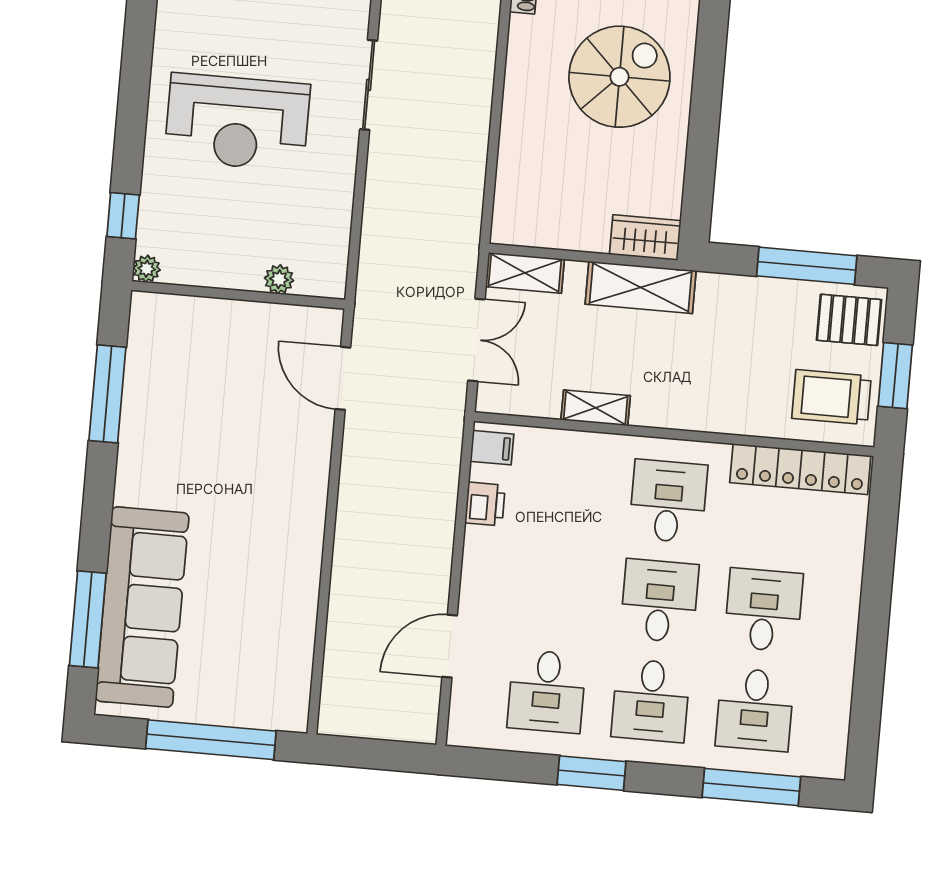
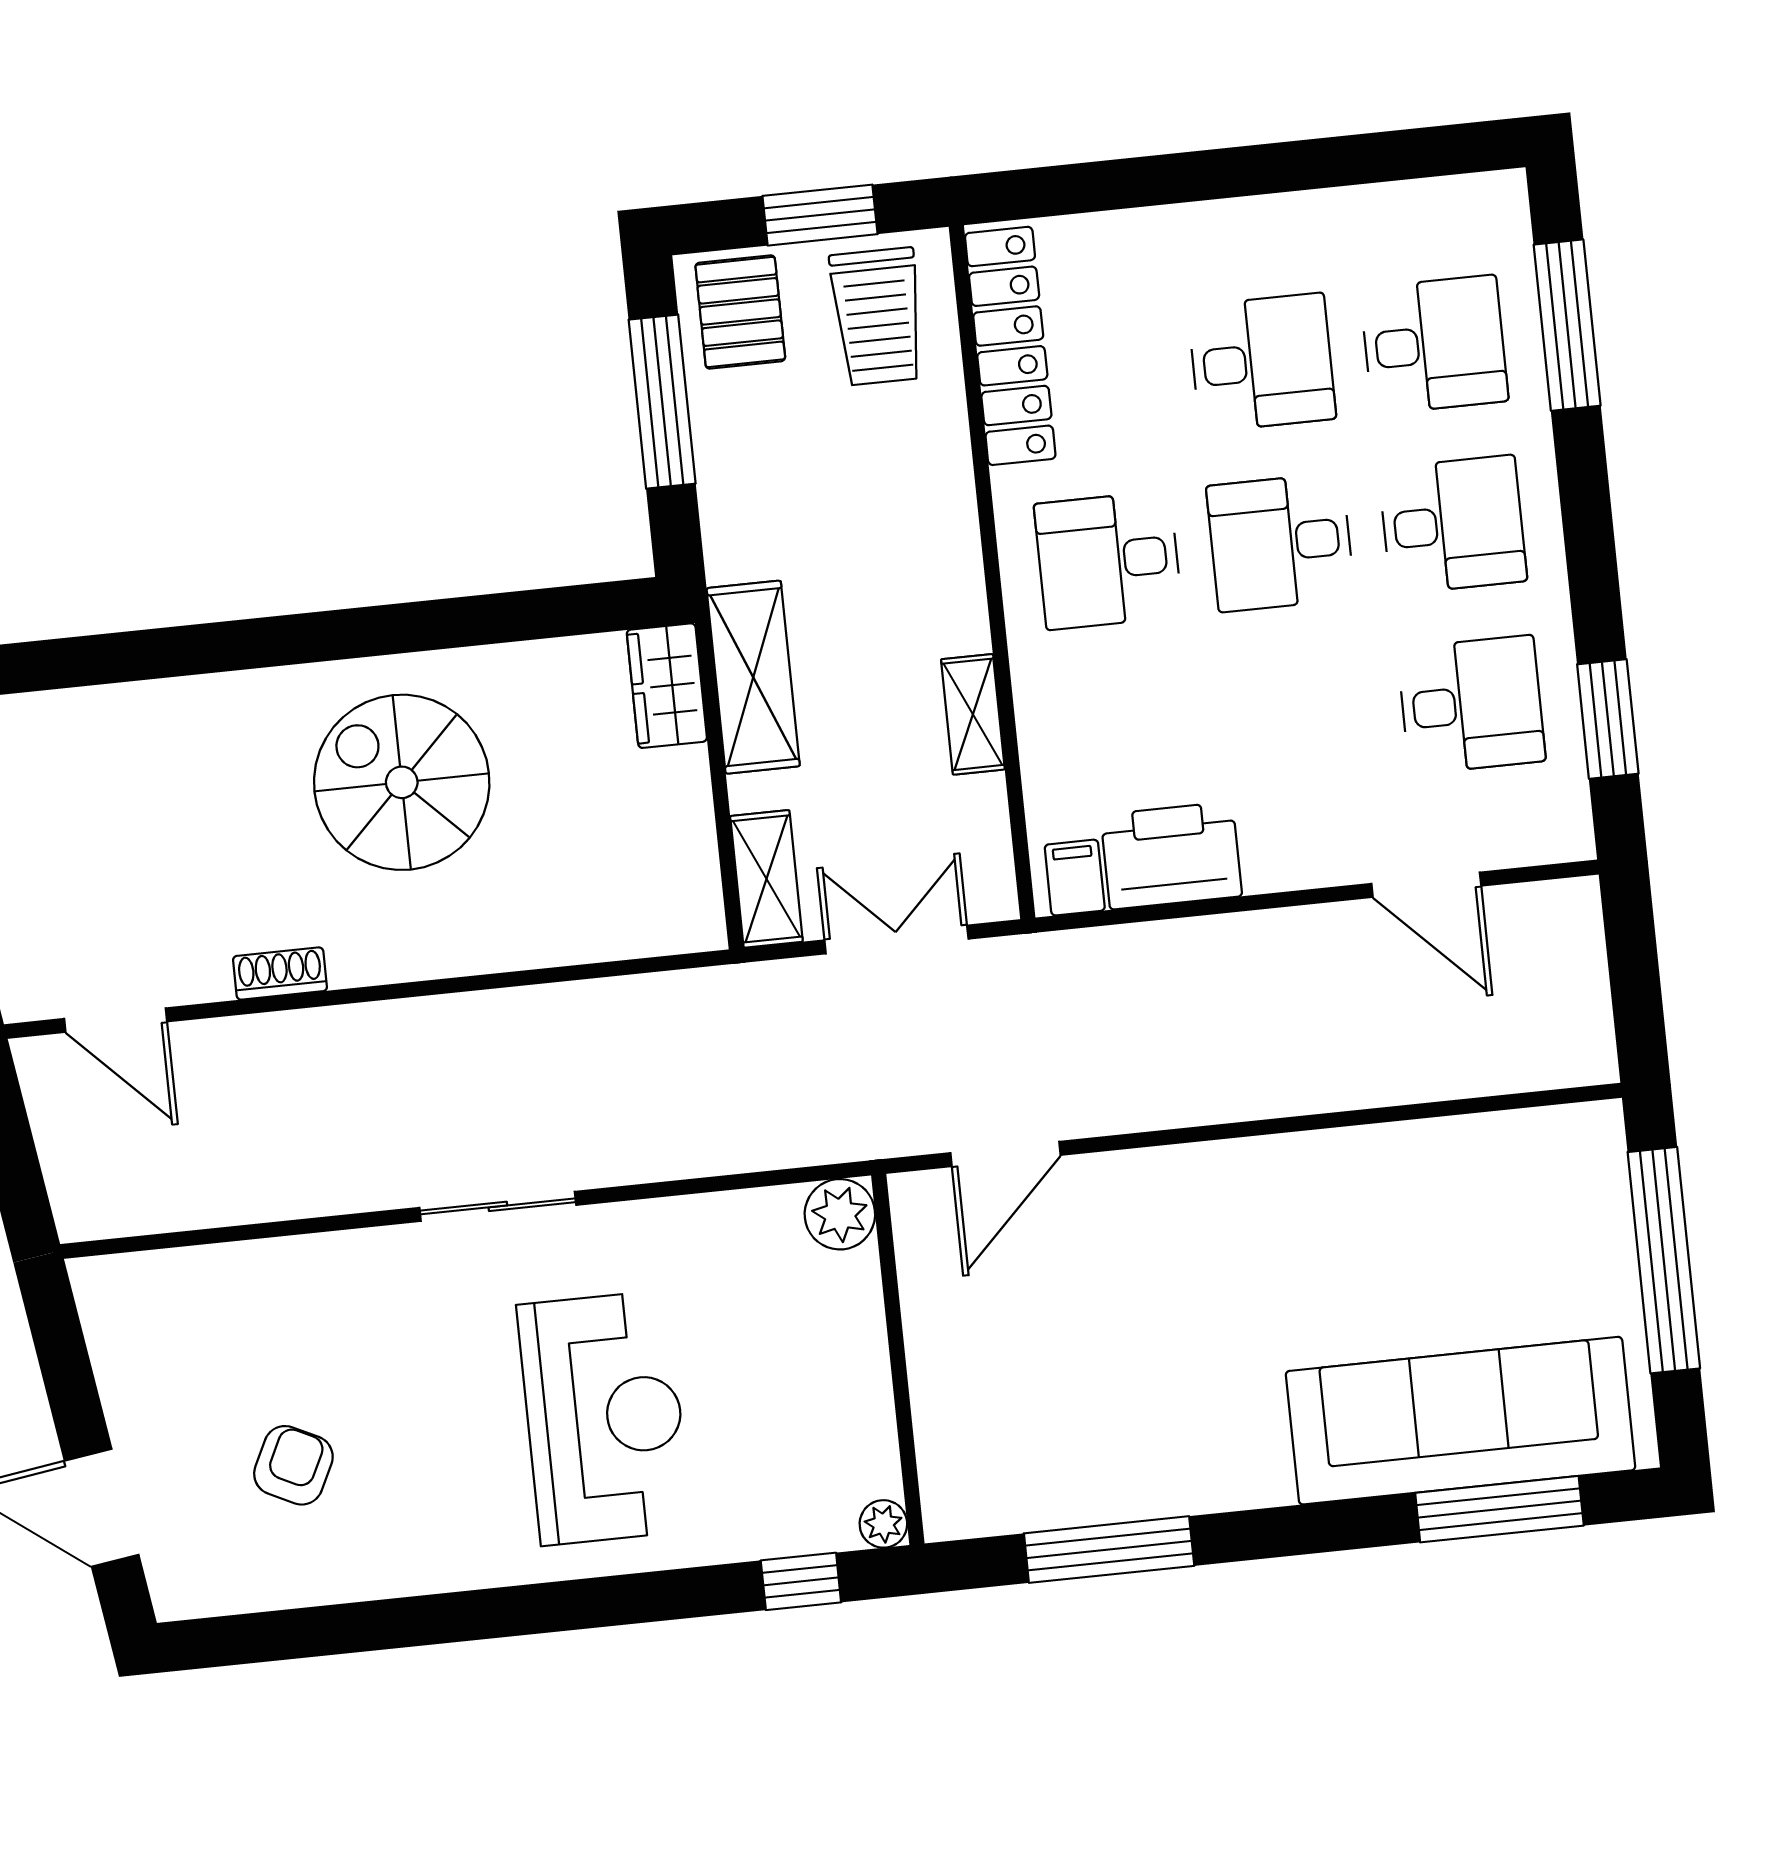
plant: (279, 279) -> (840, 1214), moved, width x1.38, depth x1.38
printer: (485, 504) -> (1171, 856), width x1.87, depth x1.48
desk: (764, 610) -> (1262, 362), turned 180
window: (592, 773) -> (1608, 719), moved

